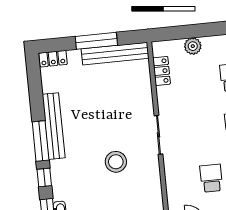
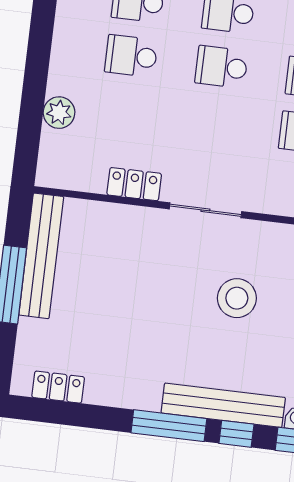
locker: (53, 59) -> (58, 387), moved, turned -90
locker: (162, 71) -> (134, 184), moved
bench: (54, 126) -> (223, 405), moved

